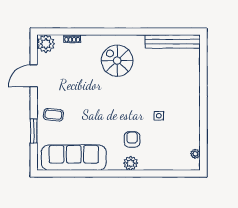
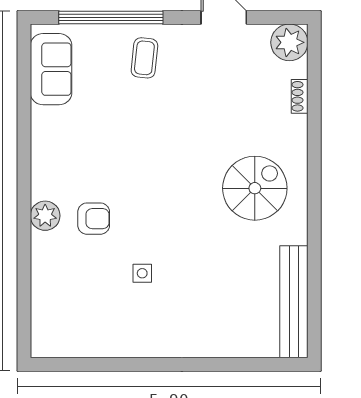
window: (34, 131) -> (111, 18), width x2.11
plant: (195, 154) -> (65, 348), removed
sofa: (74, 158) -> (51, 69), width x0.54, depth x0.79

